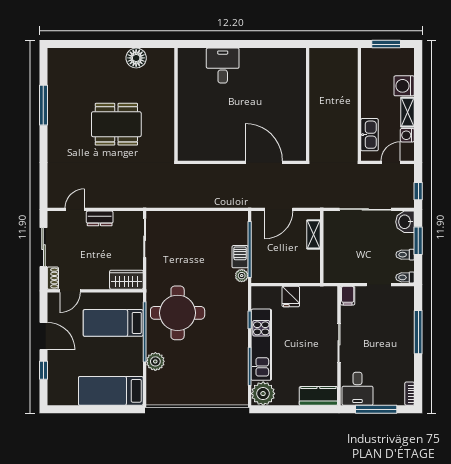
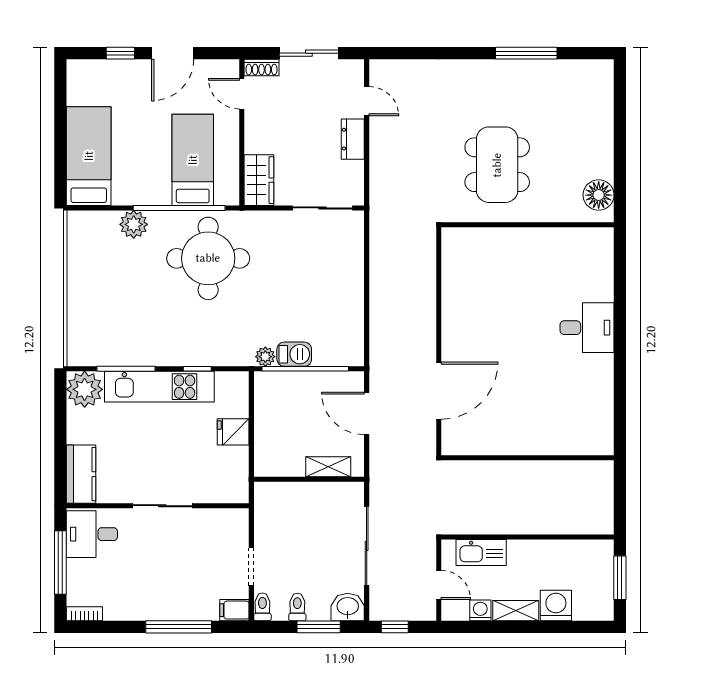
wall: (176, 104) -> (528, 225), moved
filing cabinet: (348, 296) -> (234, 610), moved

